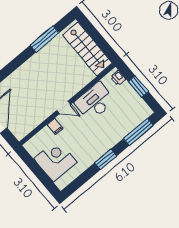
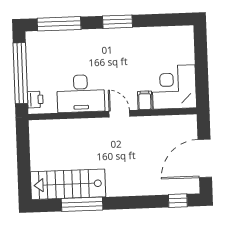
stairs: (87, 49) -> (68, 184), moved, turned -90
window: (138, 87) -> (20, 73), width x2.11
corner desk: (55, 160) -> (174, 87), moved, turned 90

